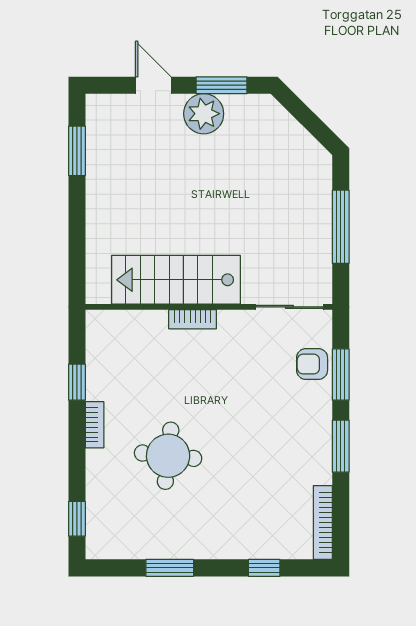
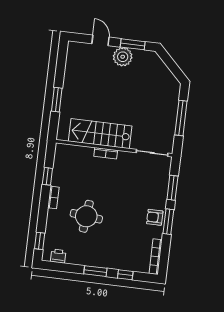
window: (77, 151) -> (57, 100), moved
armchair: (312, 364) -> (155, 217), moved
printer: (119, 546) -> (58, 256), added
window: (170, 568) -> (95, 271), moved

